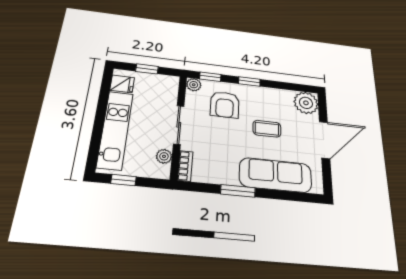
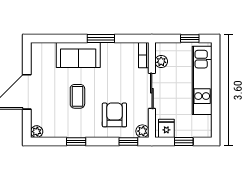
window: (249, 82) -> (76, 141), moved
fridge: (122, 84) -> (166, 128), moved, turned 90
plant: (306, 103) -> (37, 132), width x0.53, depth x0.53
coffee table: (267, 129) -> (77, 96), turned 90
sofa: (276, 175) -> (78, 55), width x0.73

